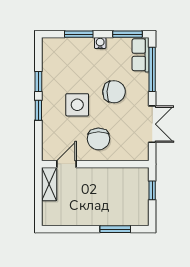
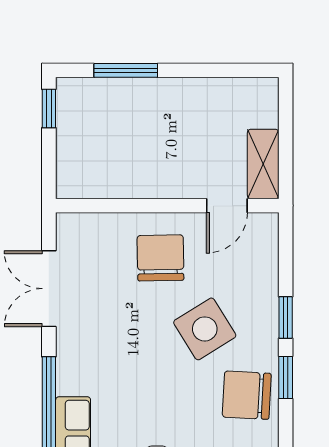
chair: (114, 92) -> (247, 395), moved
side table: (77, 105) -> (205, 329), turned -32
window: (152, 190) -> (49, 108), moved

